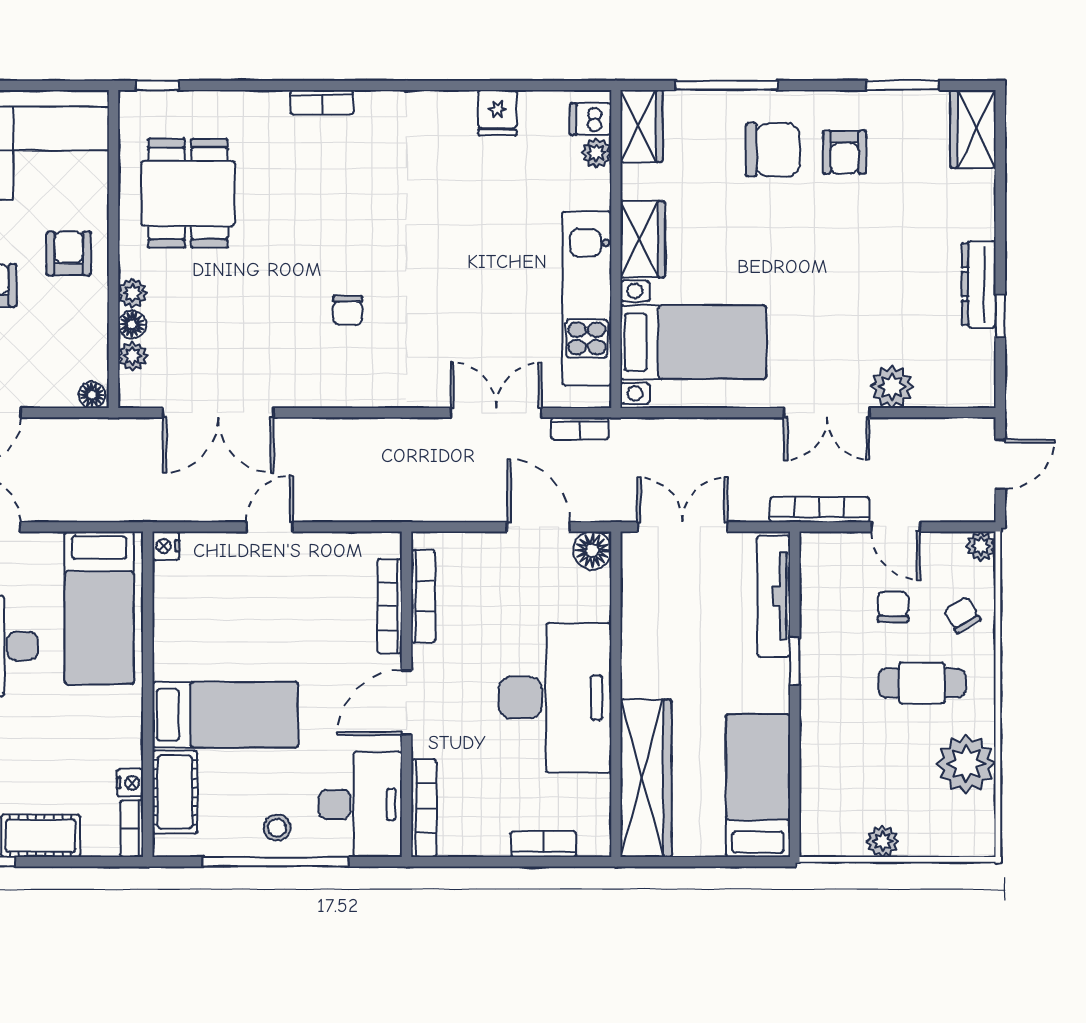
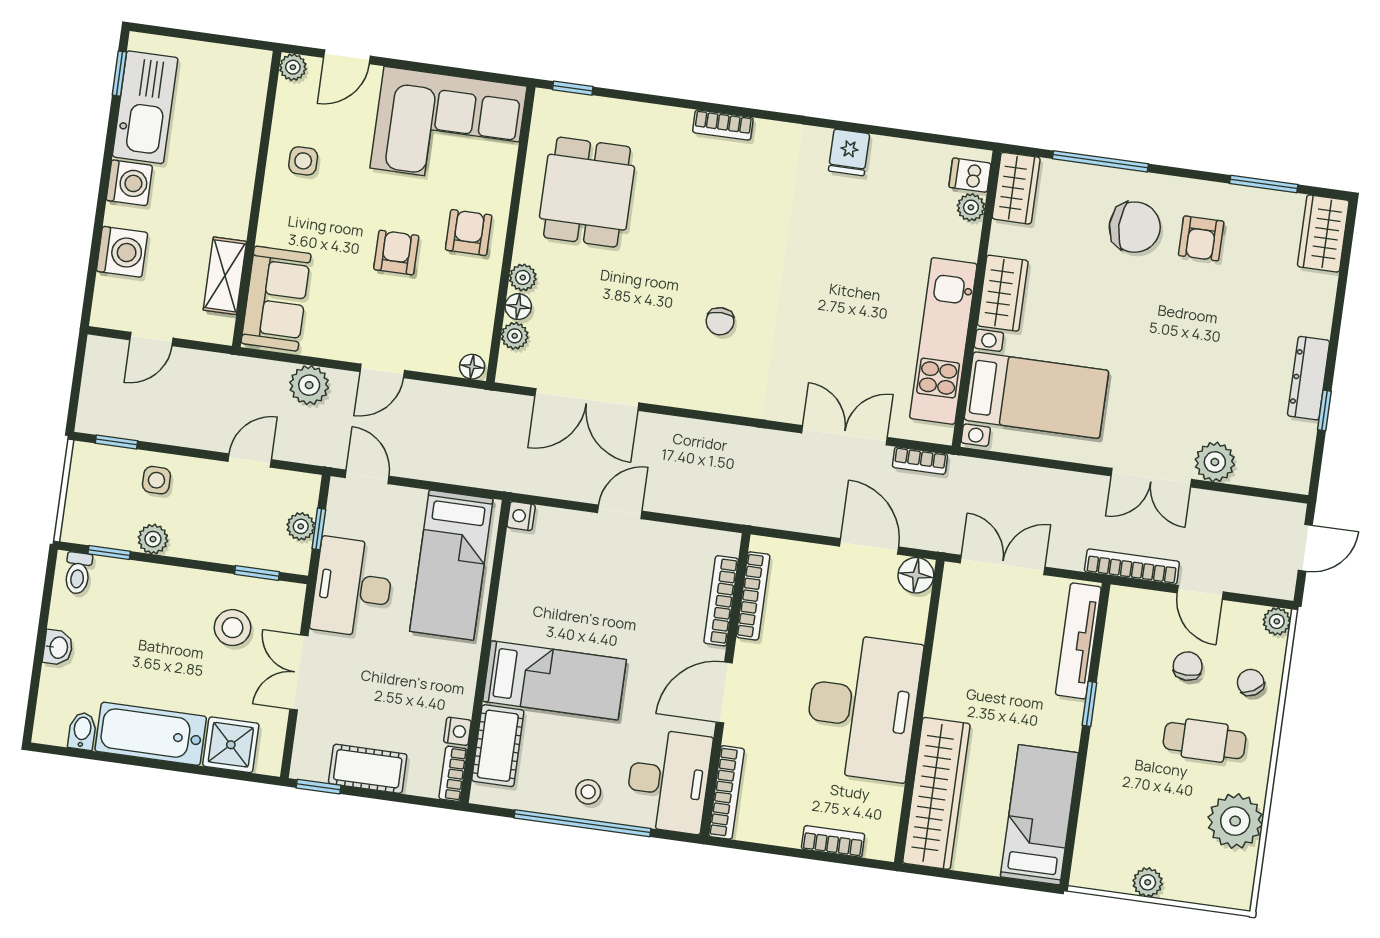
fridge: (497, 113) -> (849, 152), moved

